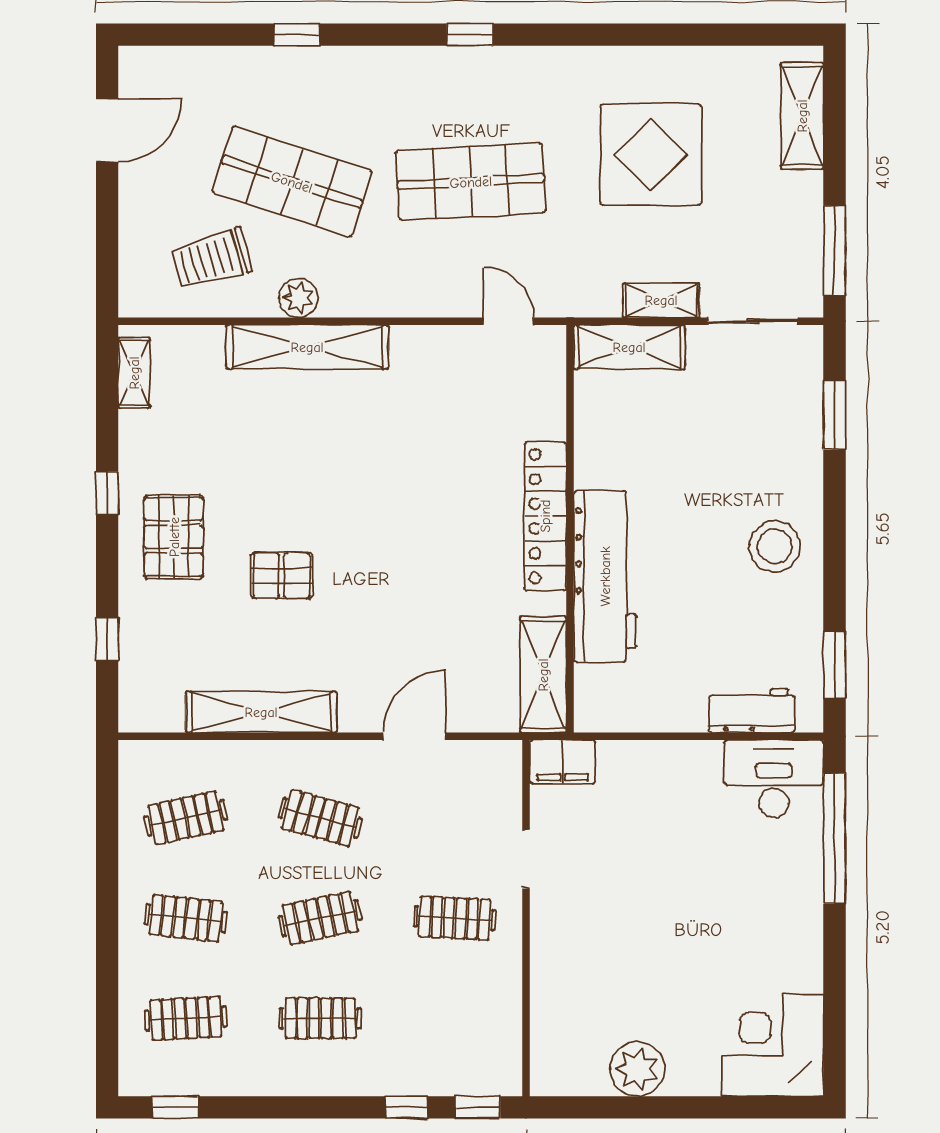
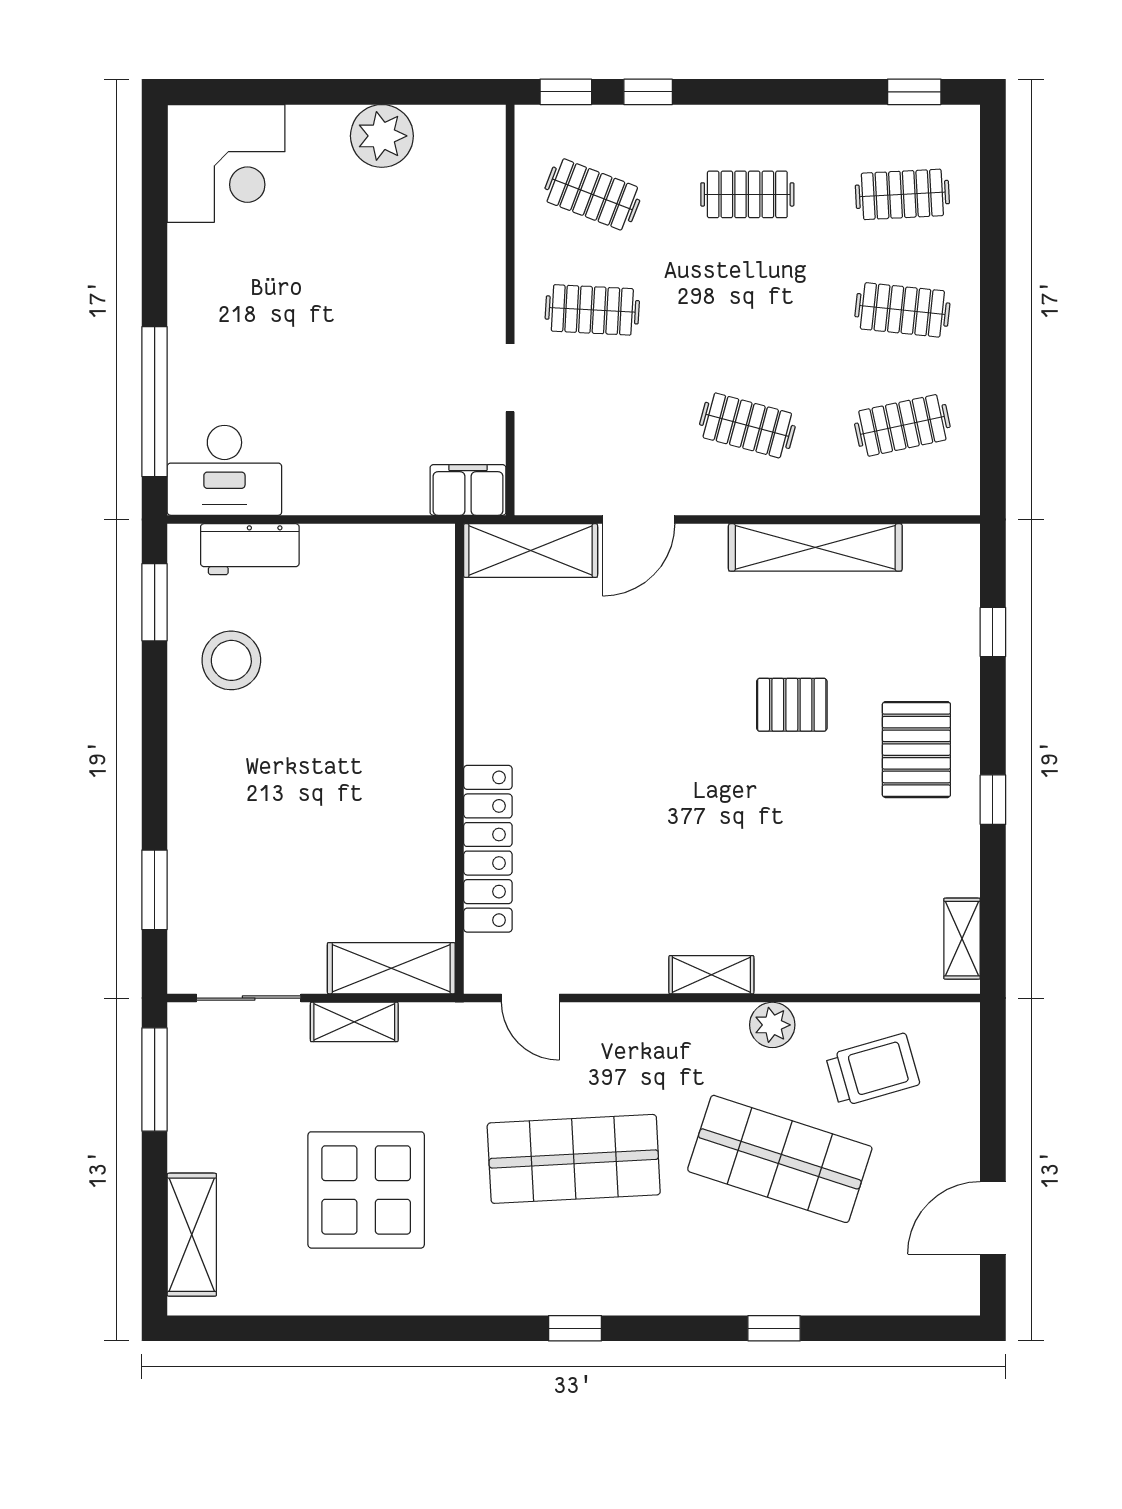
shelving: (307, 347) -> (711, 975), width x0.45, depth x0.75
locker: (545, 516) -> (488, 849), moved
stool: (775, 546) -> (231, 660), moved
workbench: (605, 576) -> (419, 704), removed
shelving: (543, 675) -> (531, 551), moved, turned 90
clothes rail: (320, 918) -> (592, 194), moved, turned 33

